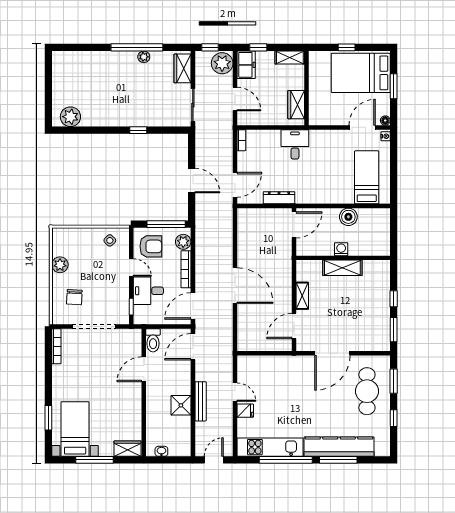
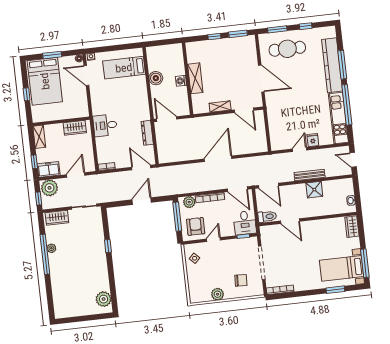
desk: (148, 291) -> (245, 223), moved
window: (94, 460) -> (365, 263), moved

